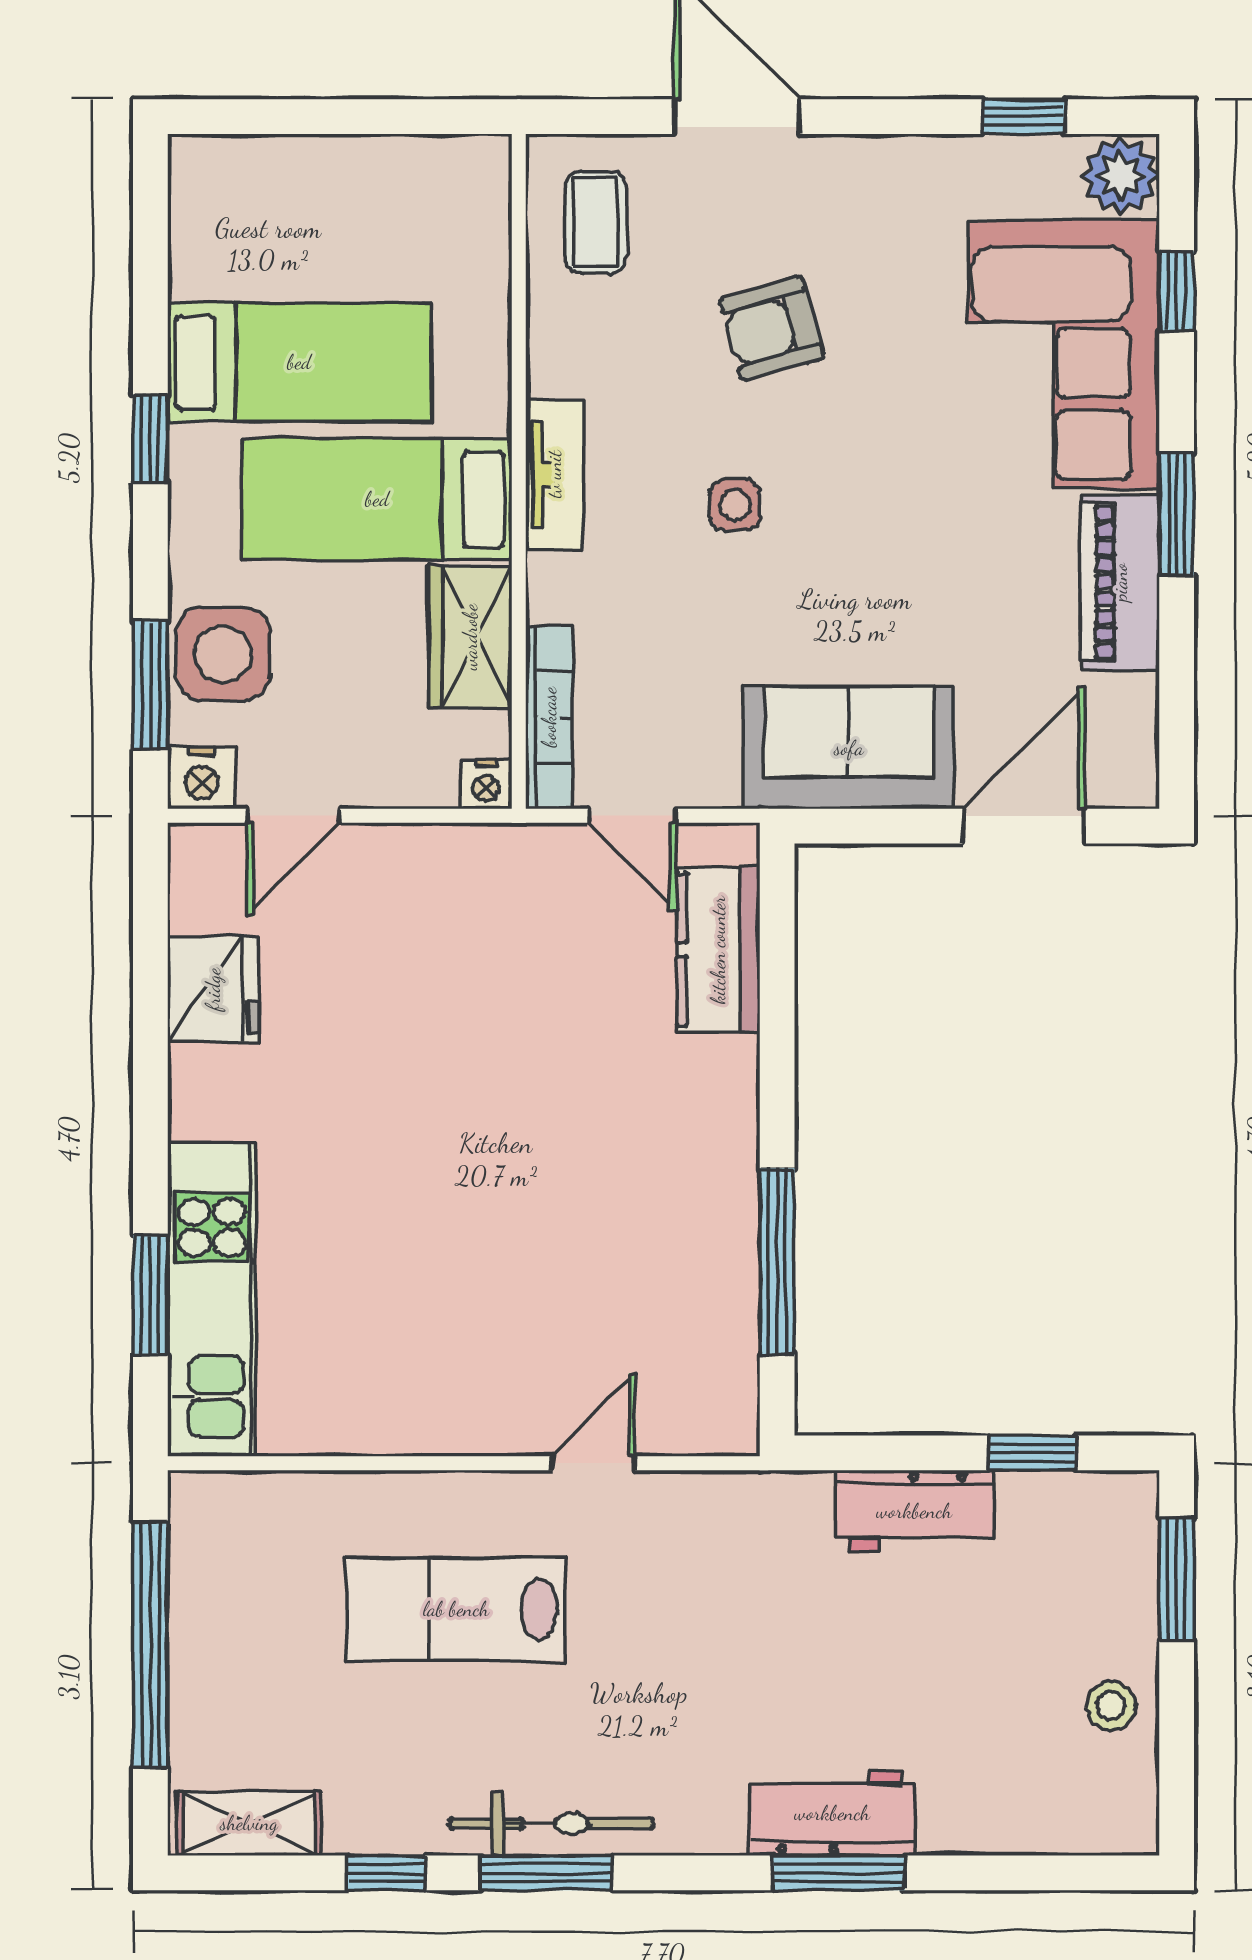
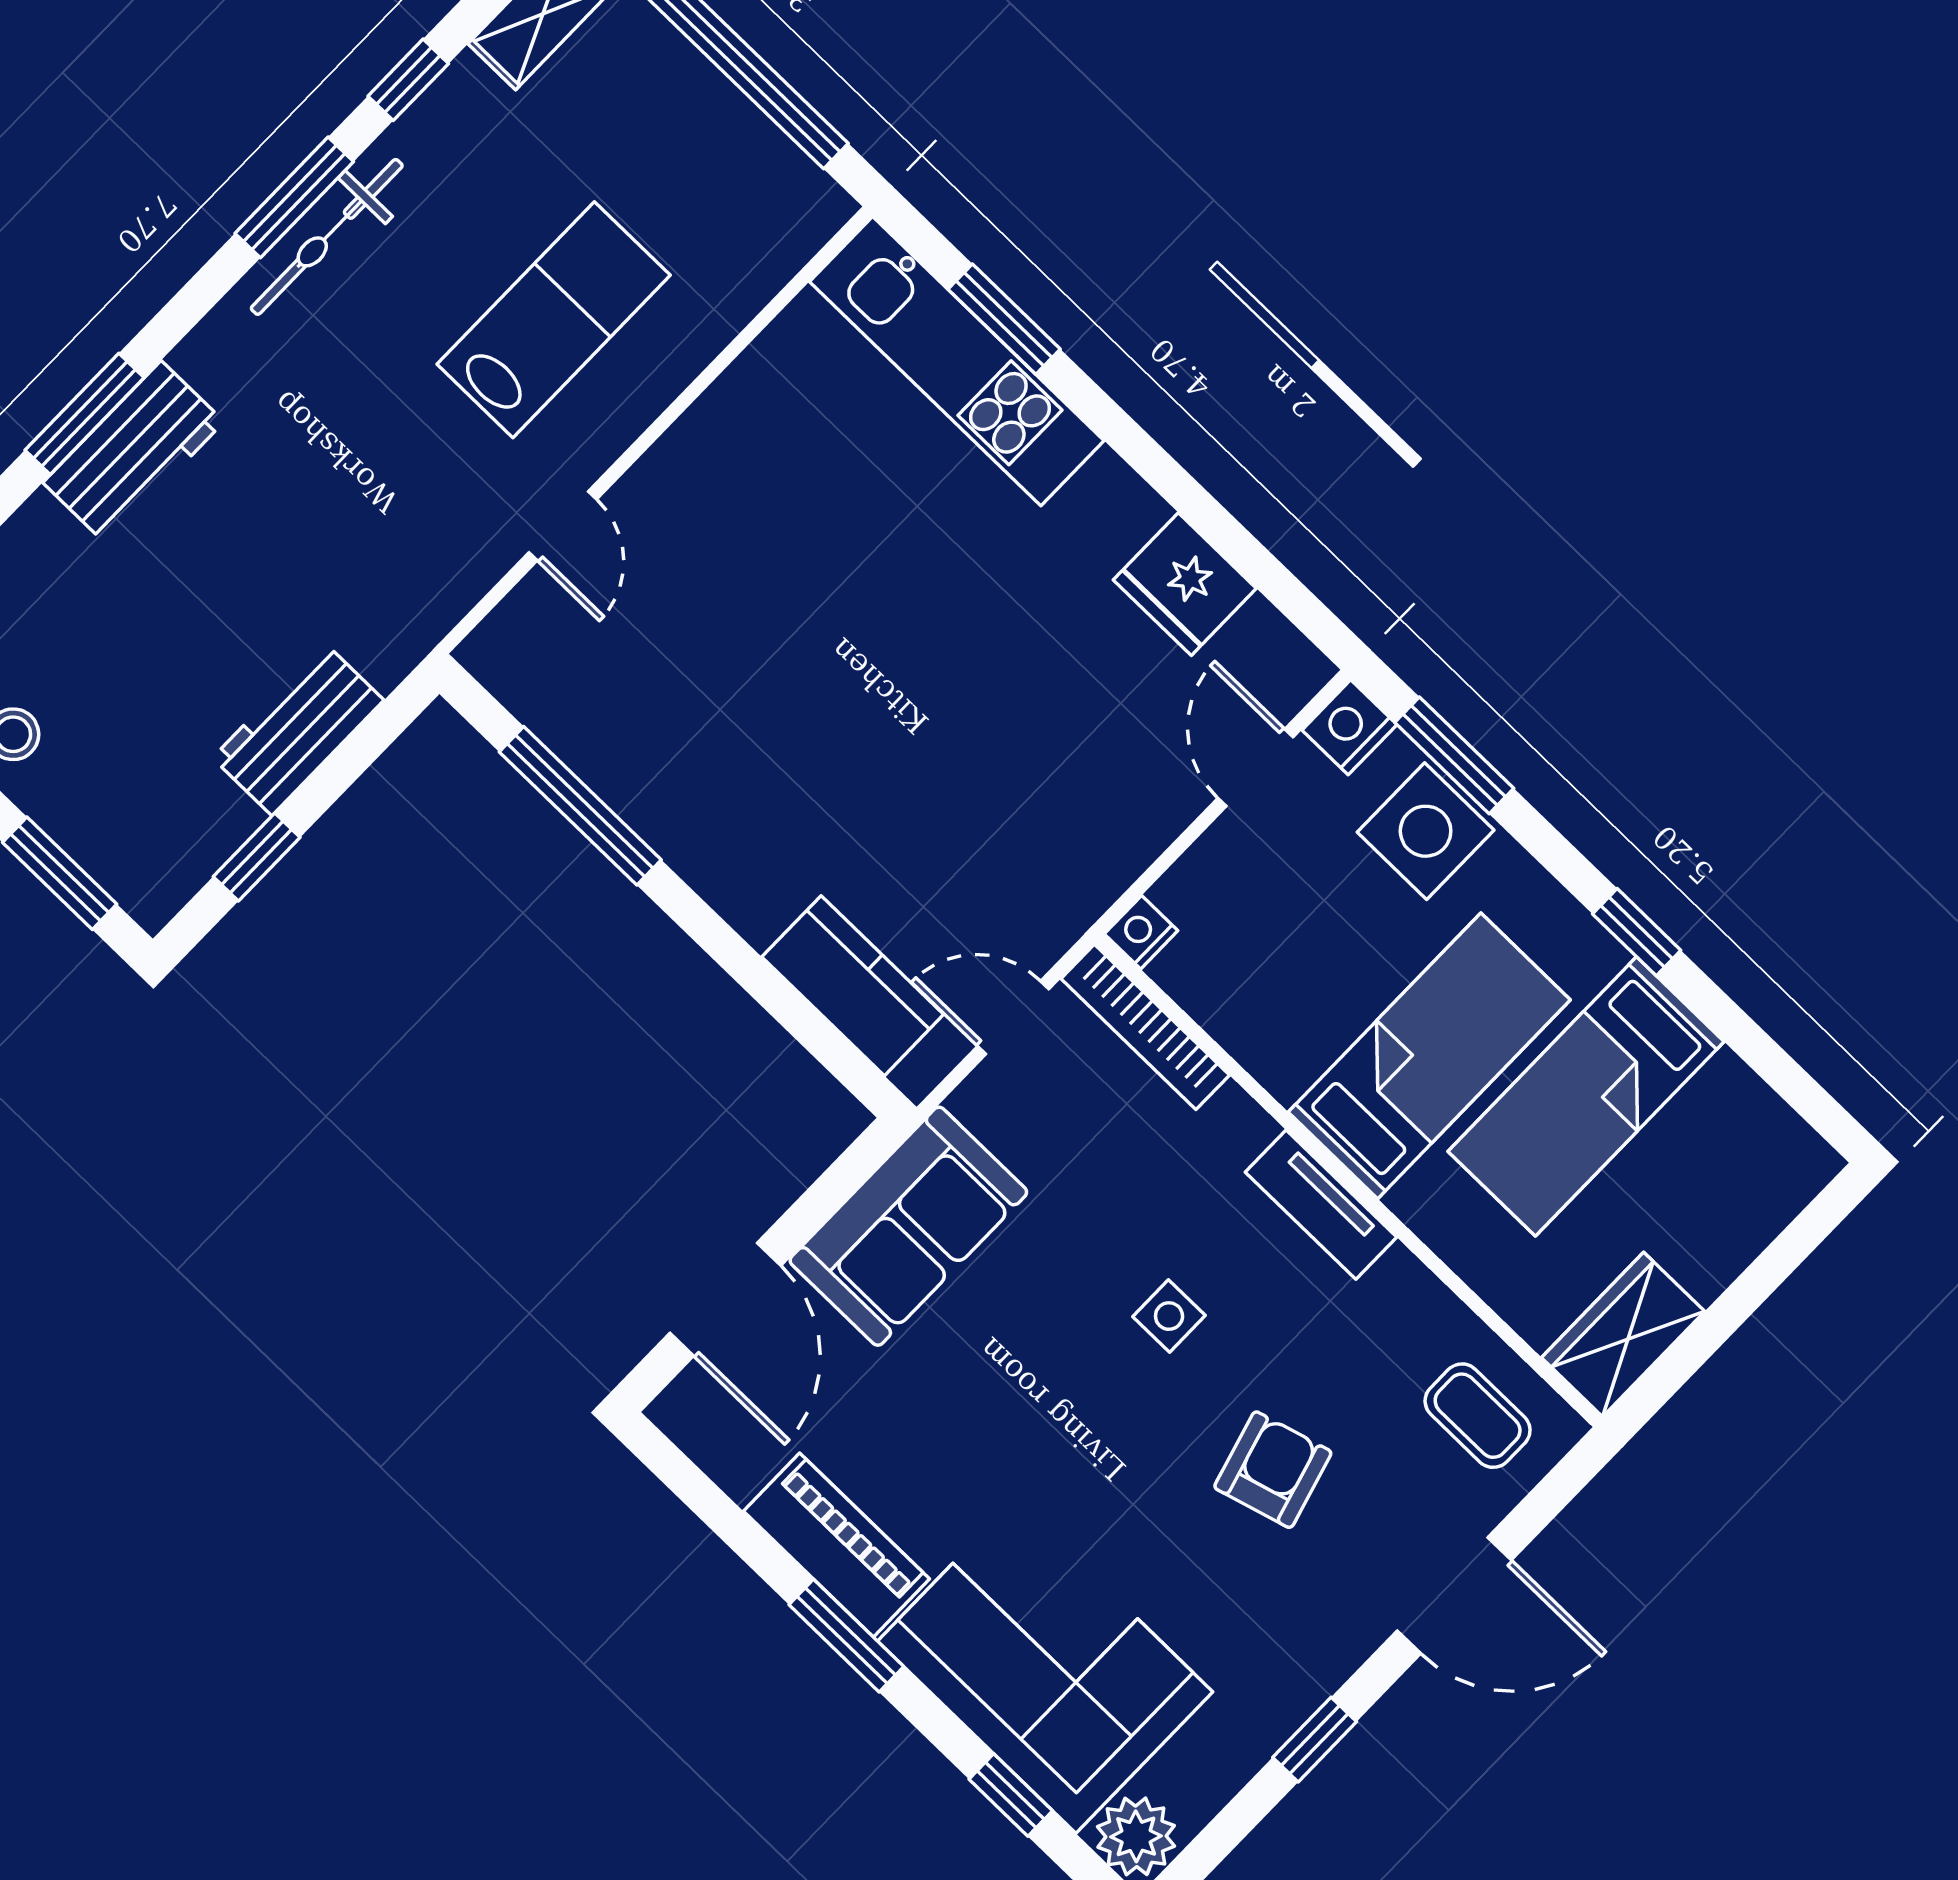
window: (1024, 117) -> (1315, 1740), moved
wardrobe: (470, 637) -> (1623, 1334), moved, turned -90

